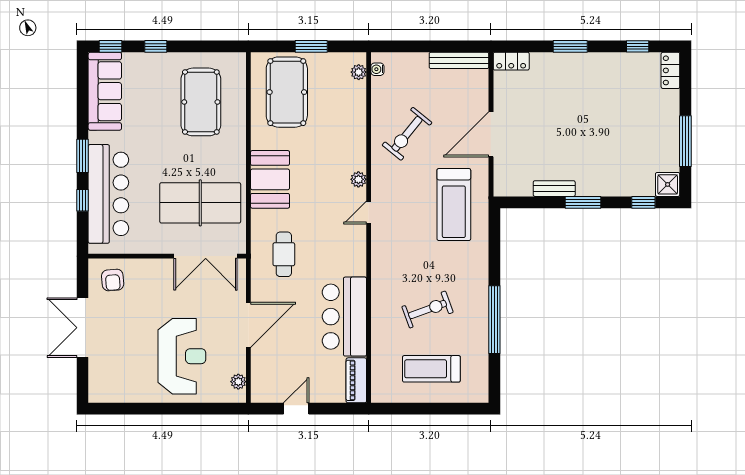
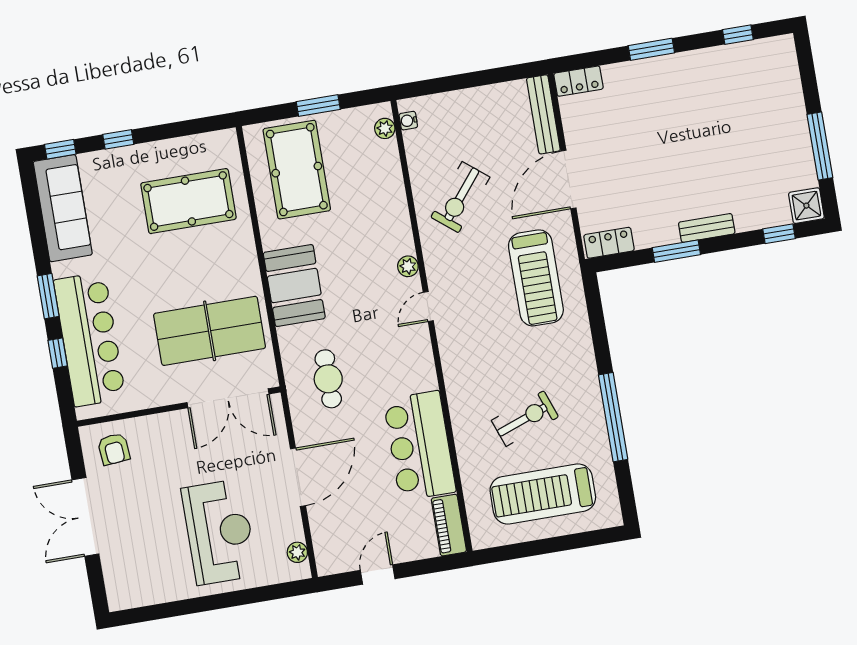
bench: (459, 60) -> (543, 114), moved, turned 90
locker: (670, 70) -> (609, 243), moved, turned 90
pool table: (201, 102) -> (188, 201), turned 90
bench: (554, 189) -> (707, 228), moved
window: (583, 202) -> (676, 251), moved
treadmill: (431, 369) -> (543, 494), width x1.37, depth x1.38

